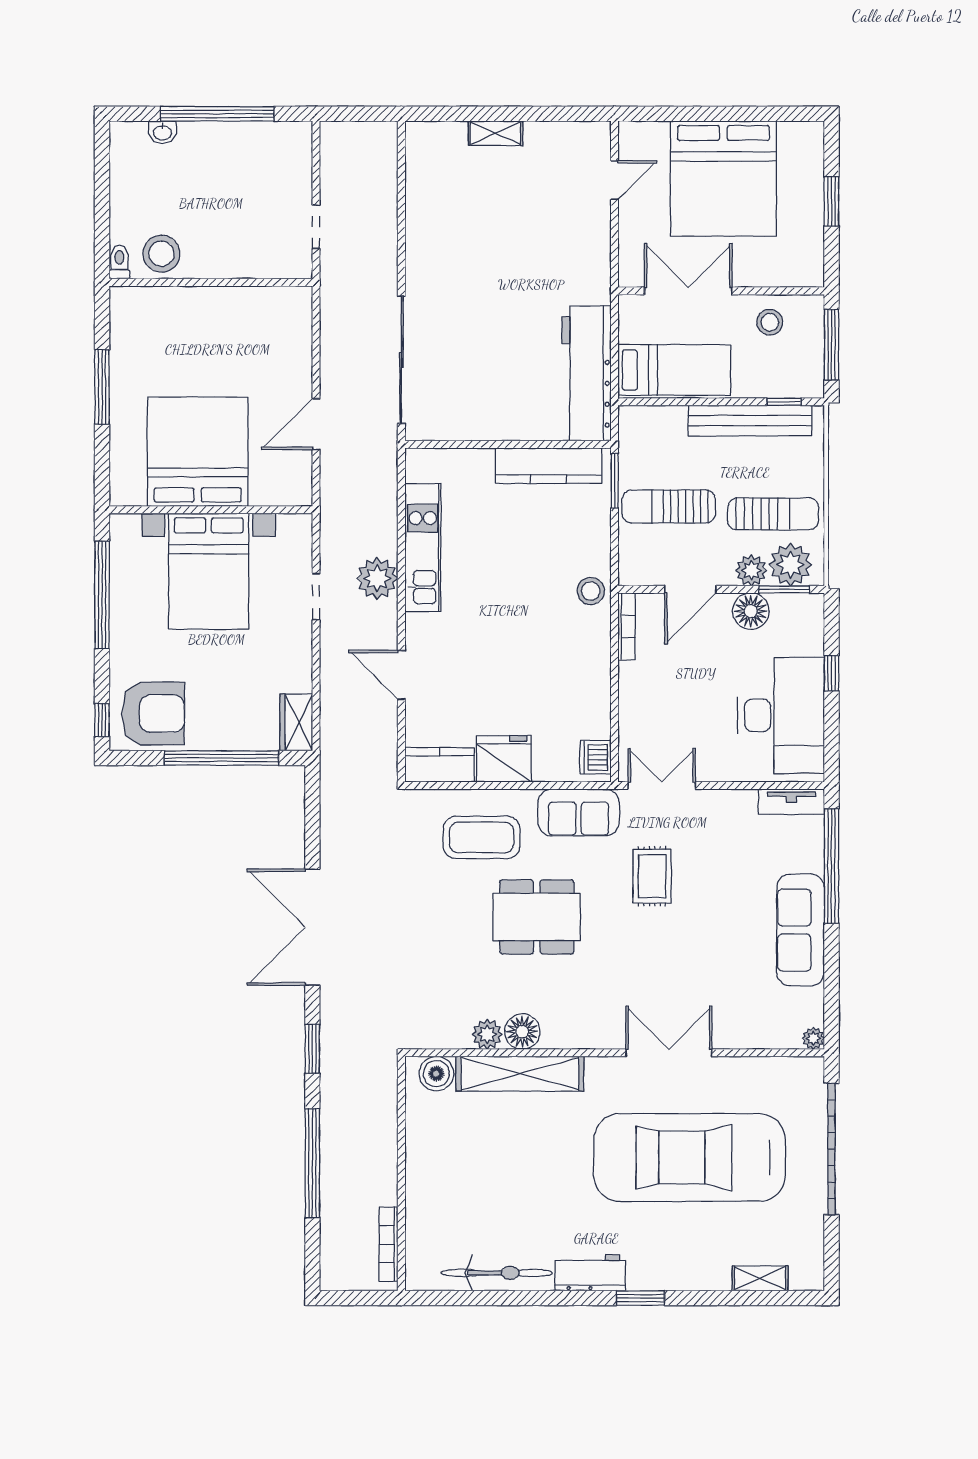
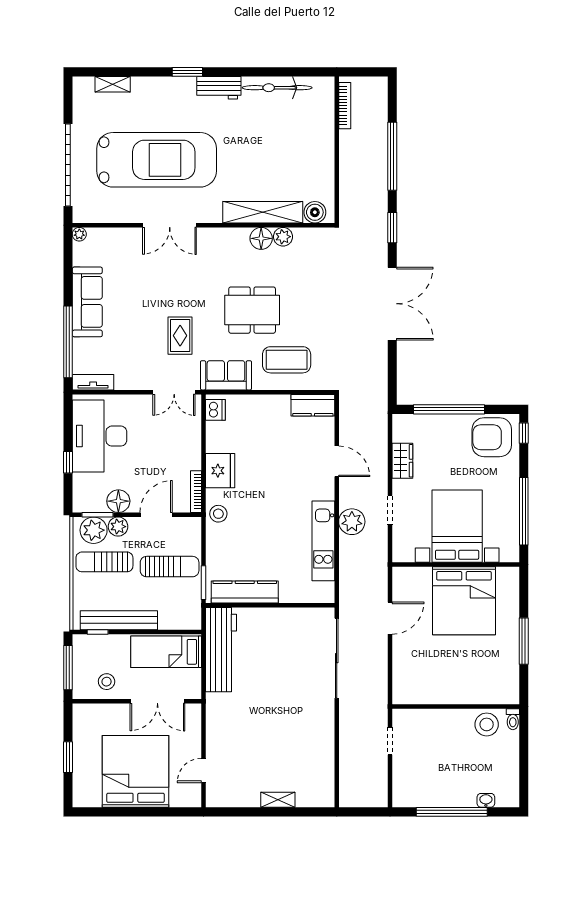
wardrobe: (296, 723) -> (402, 461), moved
fridge: (504, 759) -> (220, 471), moved, turned -90

